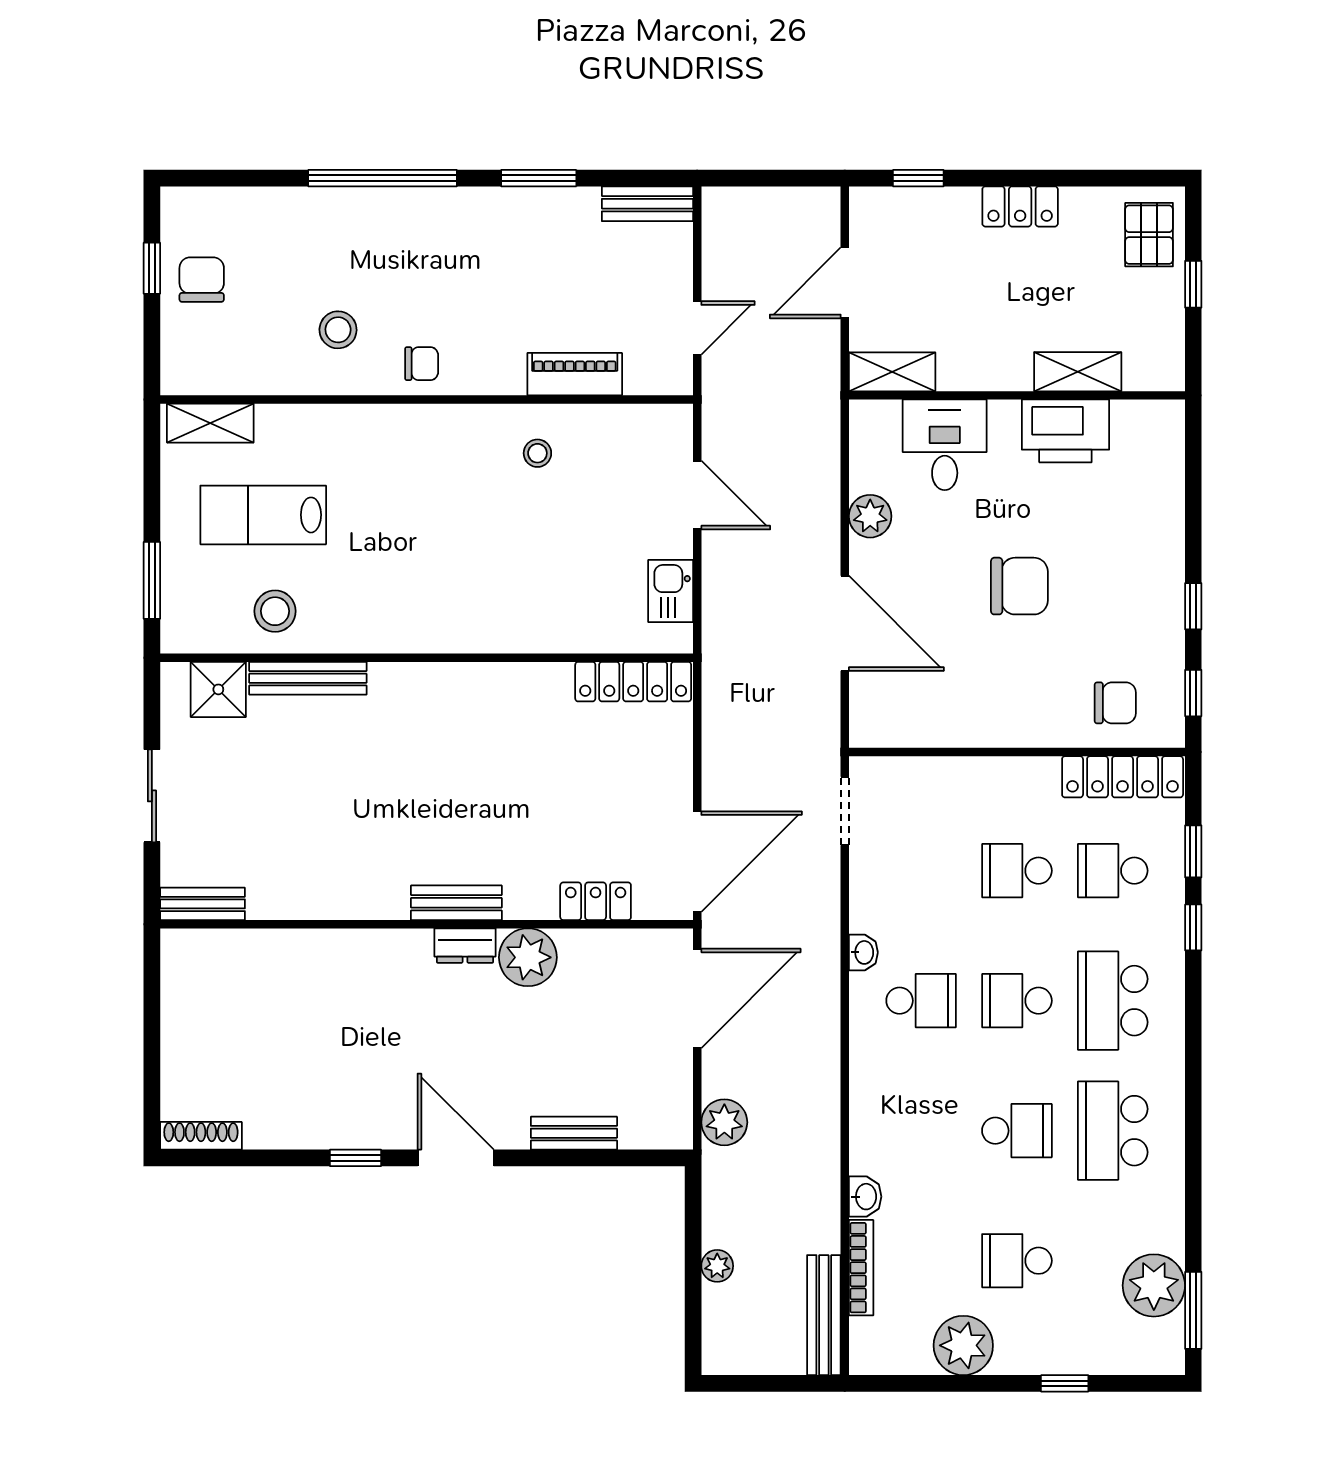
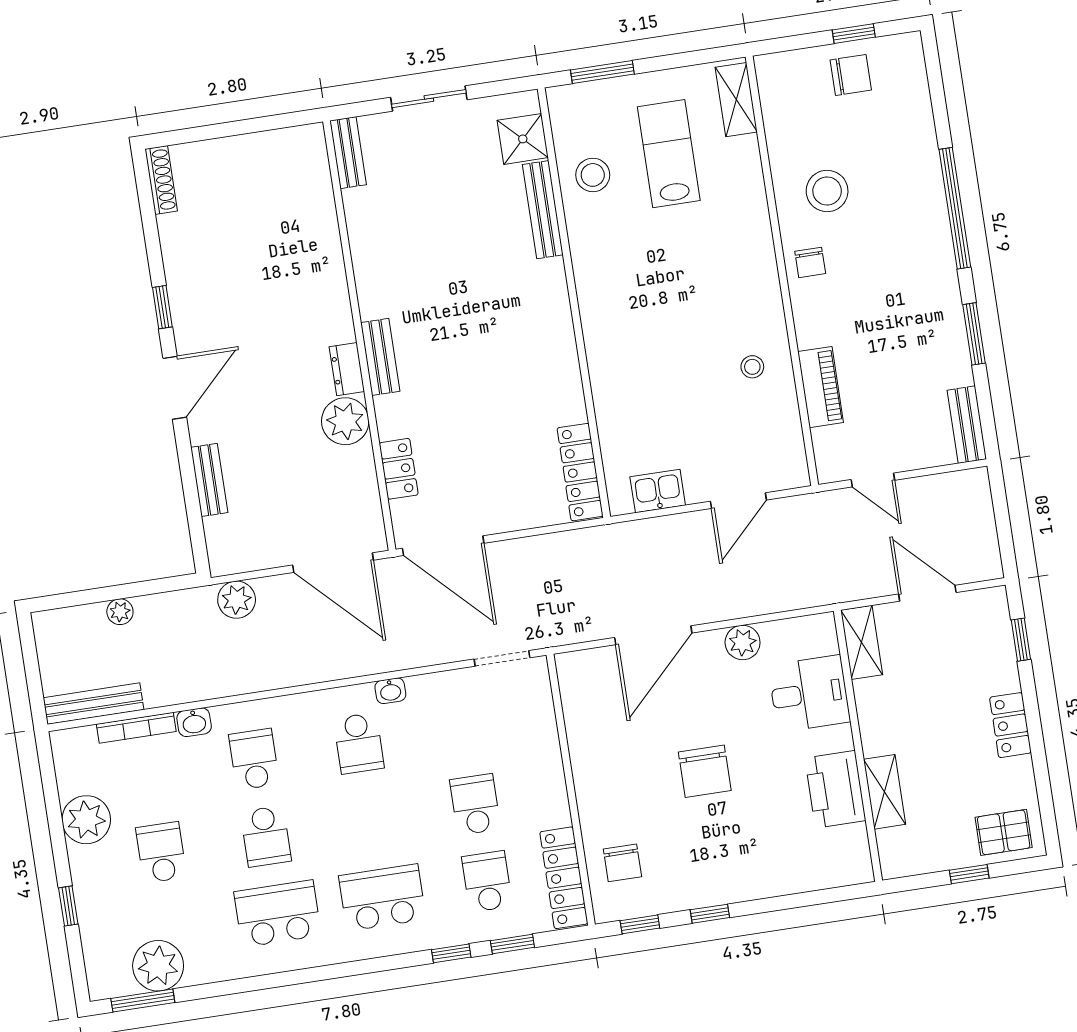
stool: (338, 330) -> (827, 191), width x1.38, depth x1.38
school desk: (1017, 1001) -> (254, 759), moved

